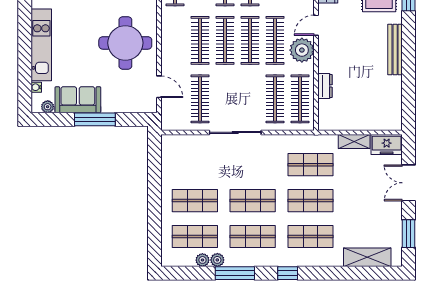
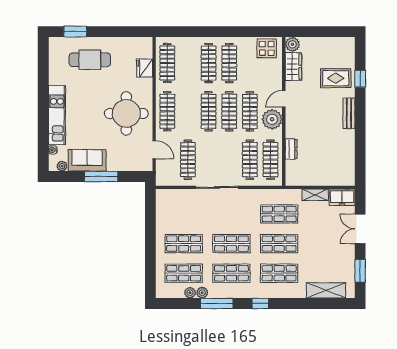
clothes rail: (200, 40) -> (167, 111), moved
bench: (395, 50) -> (349, 113), width x0.73

